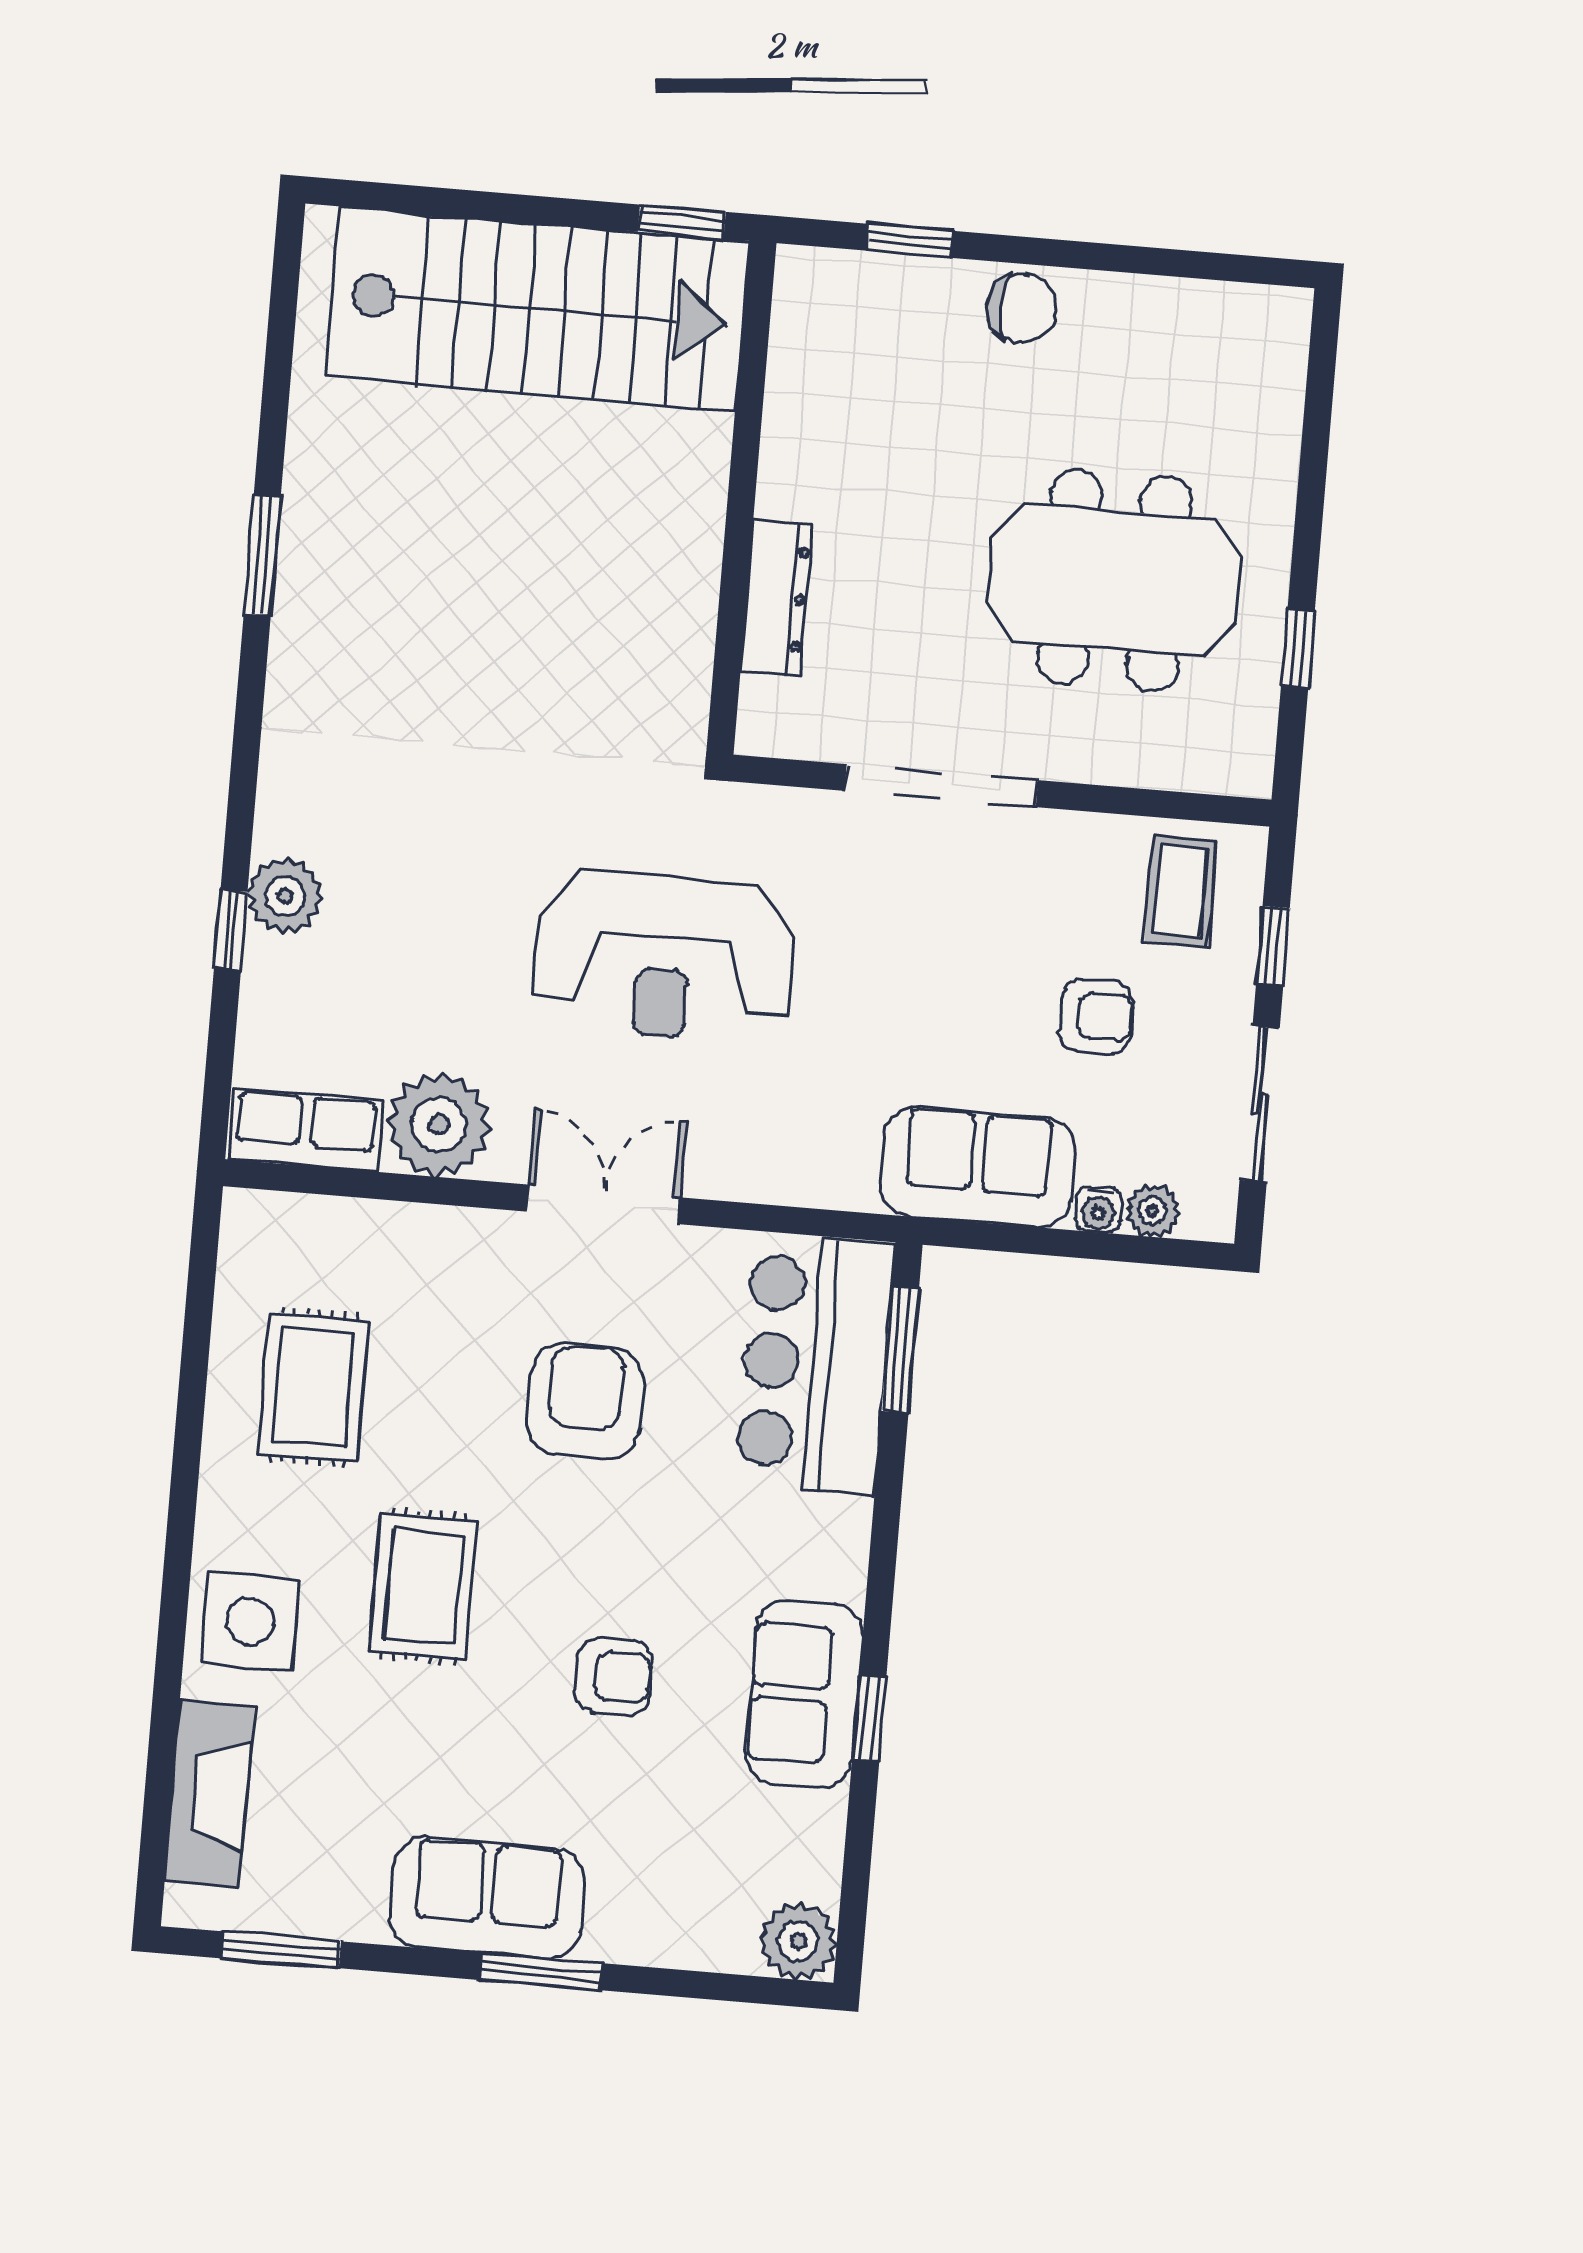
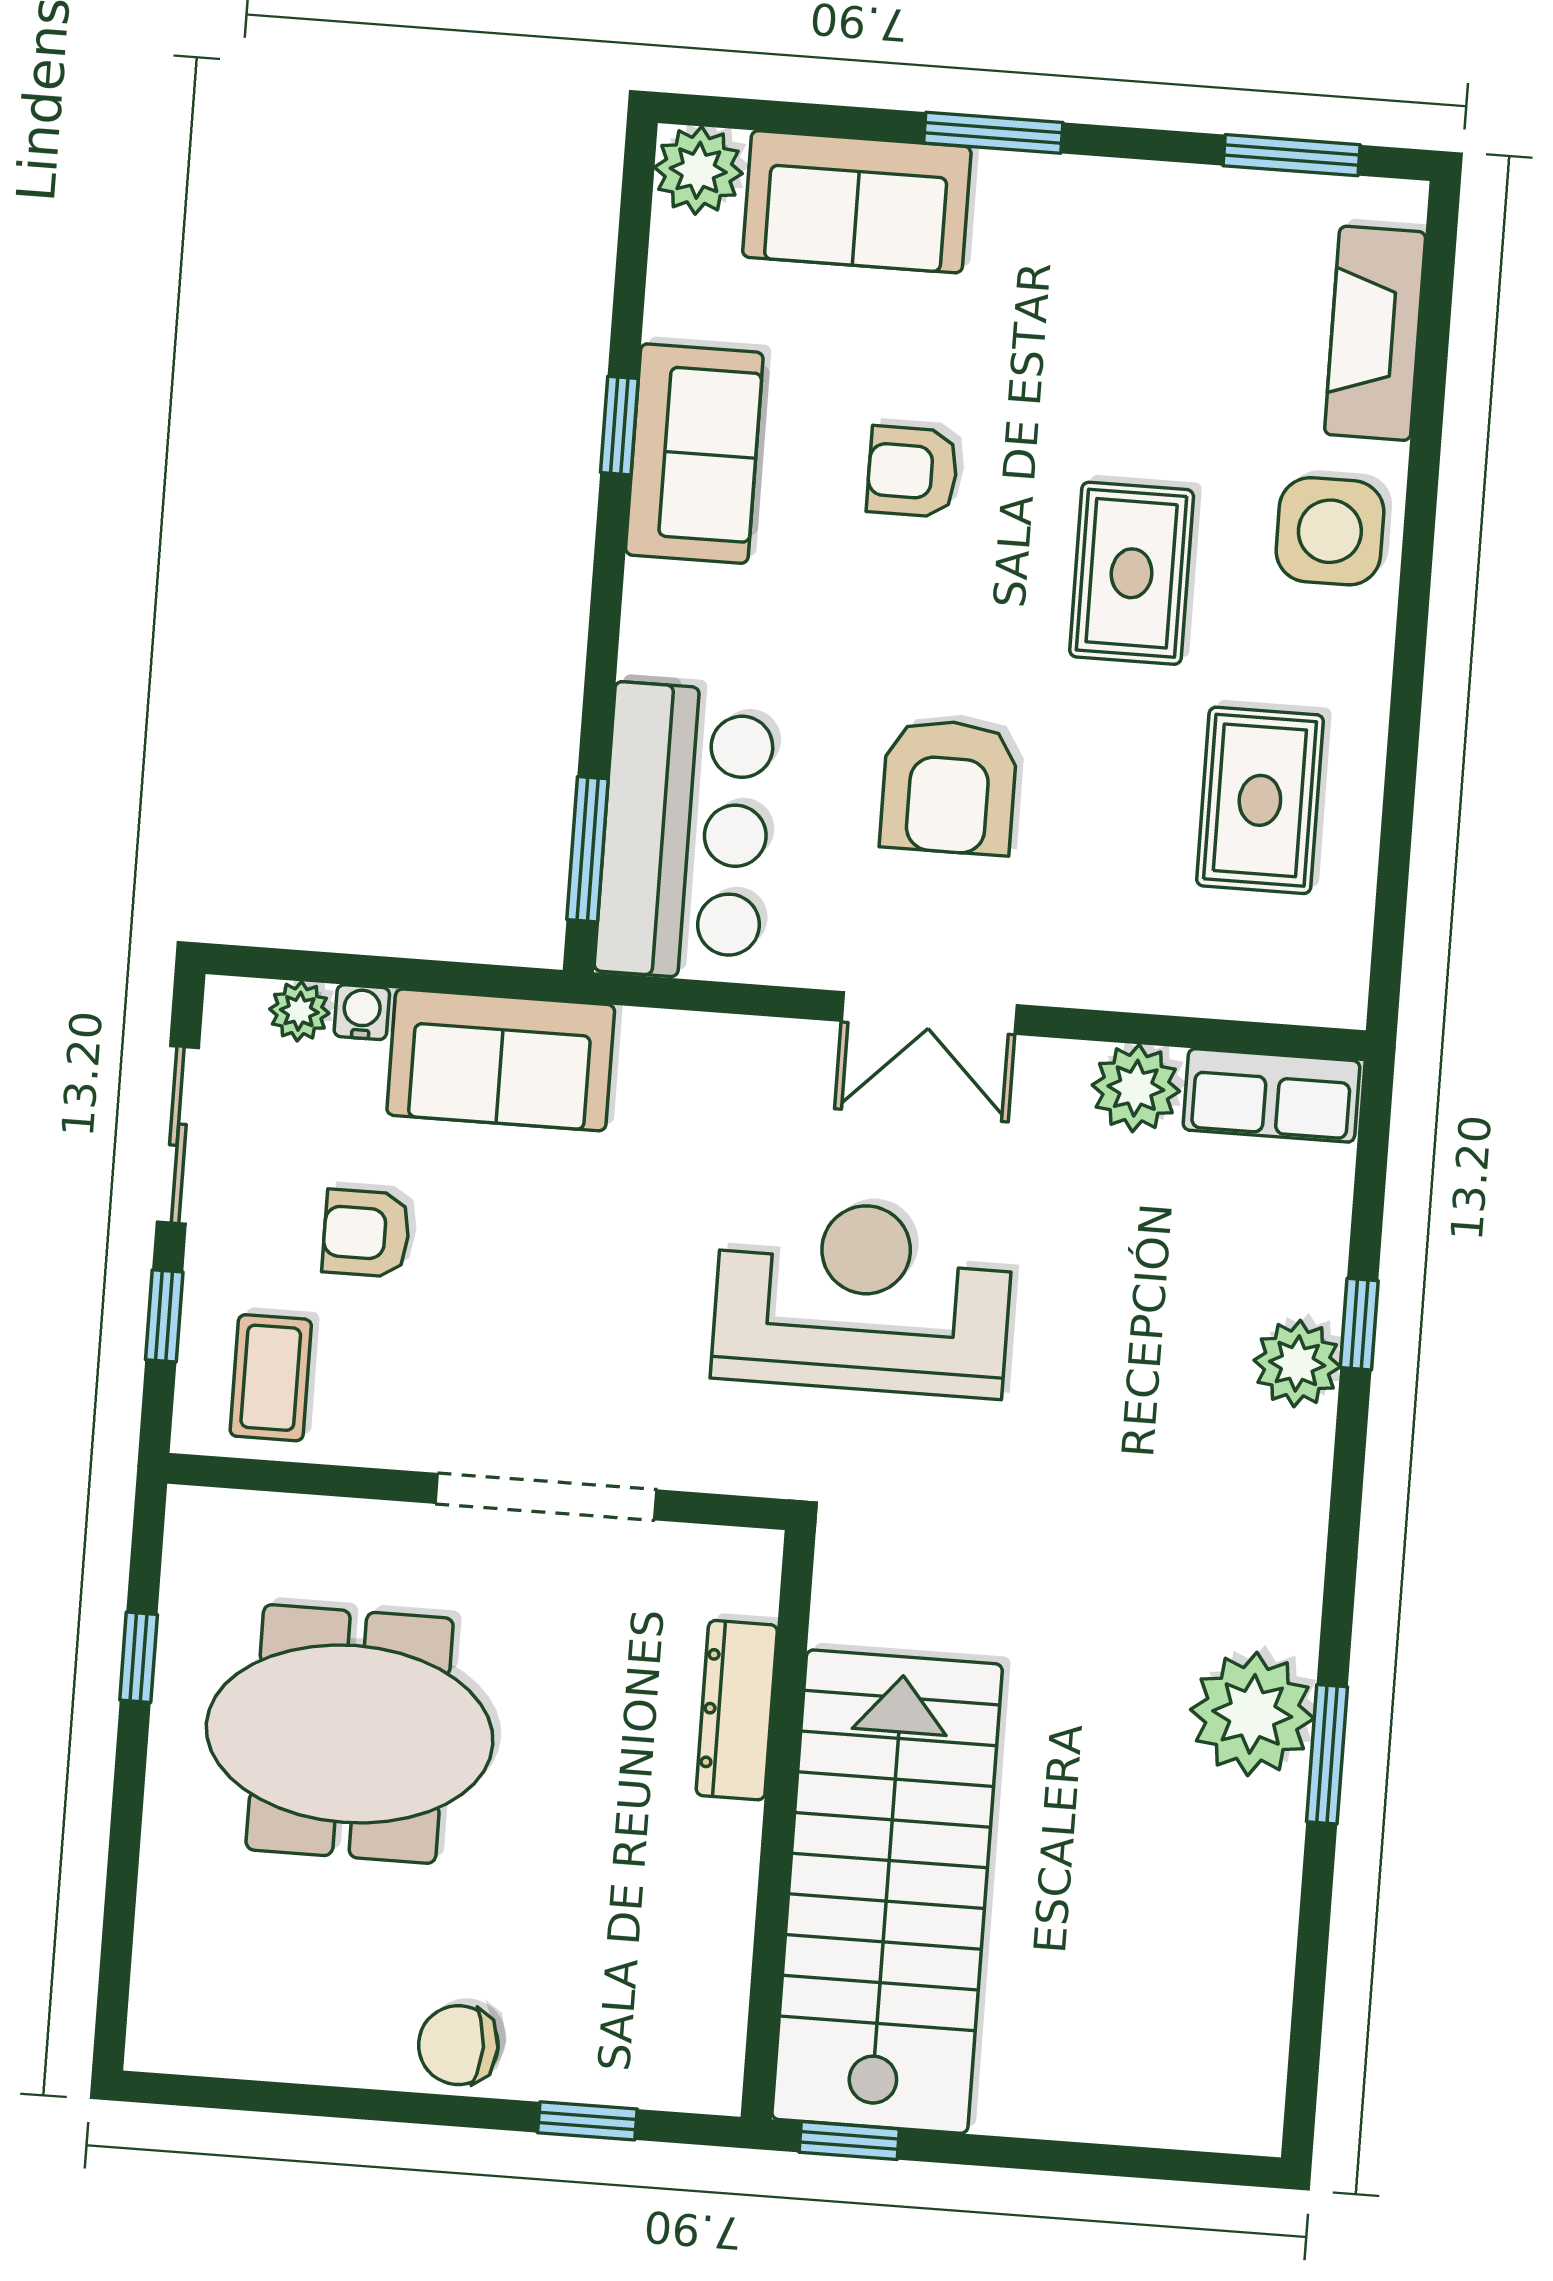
stairs: (538, 309) -> (887, 1892), moved, turned 90
plant: (327, 591) -> (1252, 1714), added
plant: (439, 1125) -> (1136, 1088), width x0.73, depth x0.73
sofa: (487, 1898) -> (857, 202), moved

